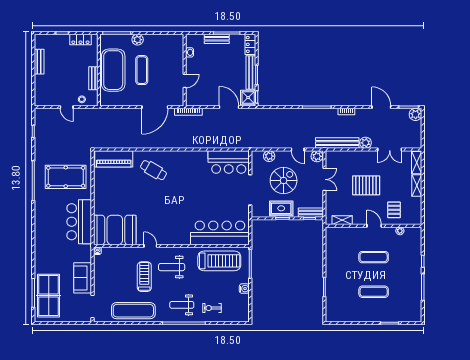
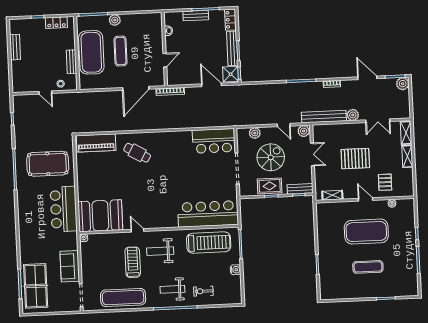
exercise mat: (374, 257) -> (366, 232), width x2.00, depth x1.45

